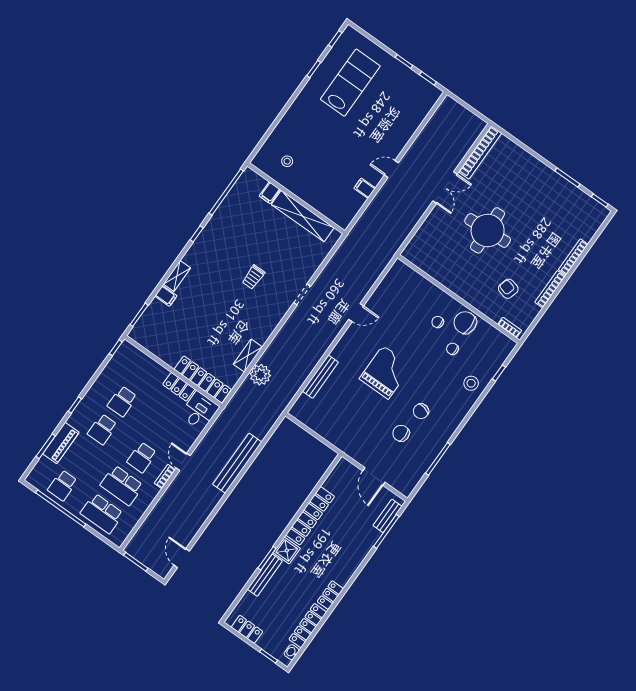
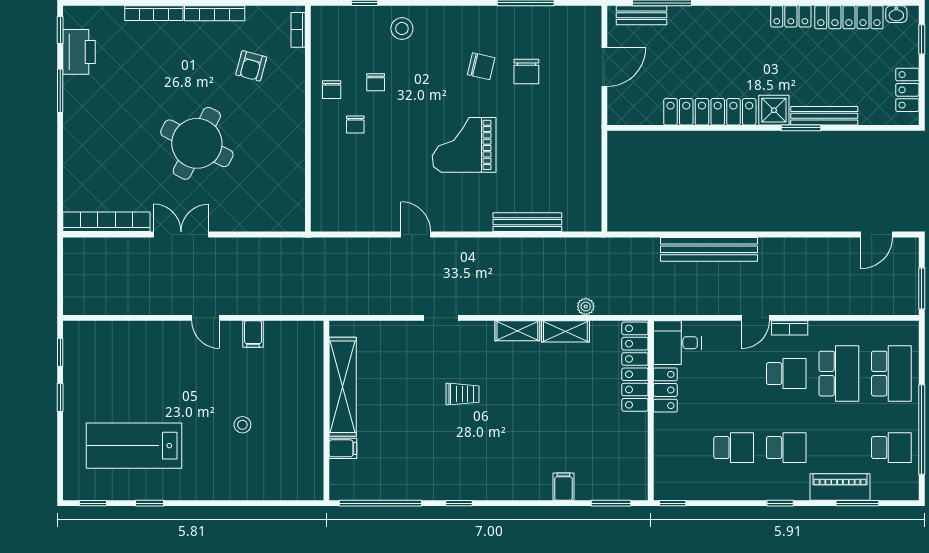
stool: (287, 161) -> (242, 425), moved
printer: (581, 202) -> (79, 52), added
round table: (488, 230) -> (197, 143), turned 30
shelving: (177, 276) -> (517, 331), moved
chair: (465, 323) -> (332, 90), width x0.54, depth x0.54
plant: (260, 375) -> (586, 306), width x0.53, depth x0.53

